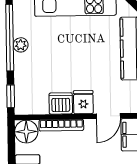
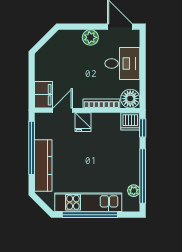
plant: (21, 45) -> (134, 191), moved
dishwasher: (61, 103) -> (130, 121), moved

